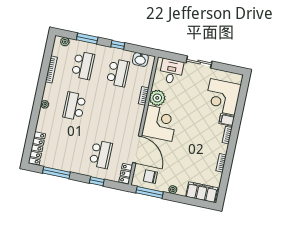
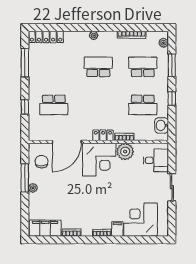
school desk: (83, 65) -> (143, 67), turned 180
locker: (126, 174) -> (103, 135), moved
window: (150, 192) -> (25, 178), moved
filing cabinet: (202, 192) -> (45, 228), moved, turned -90

